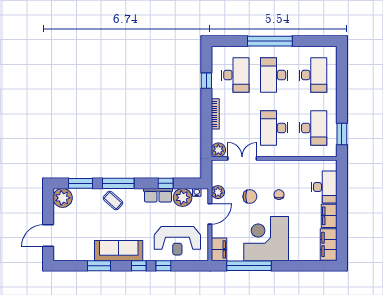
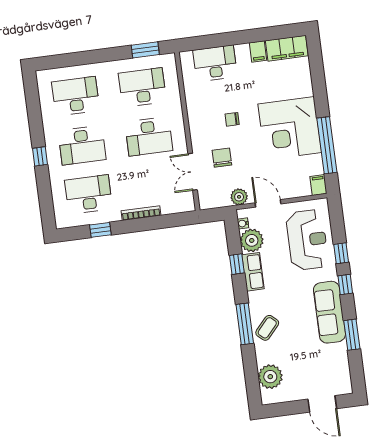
window: (270, 41) -> (40, 156), width x0.32
plant: (218, 150) -> (186, 203), removed
window: (81, 183) -> (251, 372), removed
chair: (250, 196) -> (222, 158), moved
plant: (63, 198) -> (270, 377), moved
filing cabinet: (329, 216) -> (258, 51), width x0.50
filing cabinet: (219, 249) -> (318, 185), width x0.50

